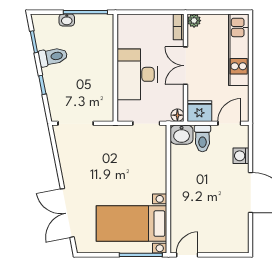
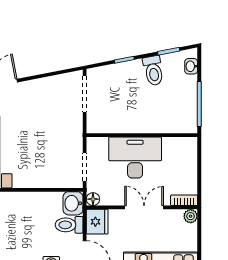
washbasin: (67, 20) -> (191, 66), moved

